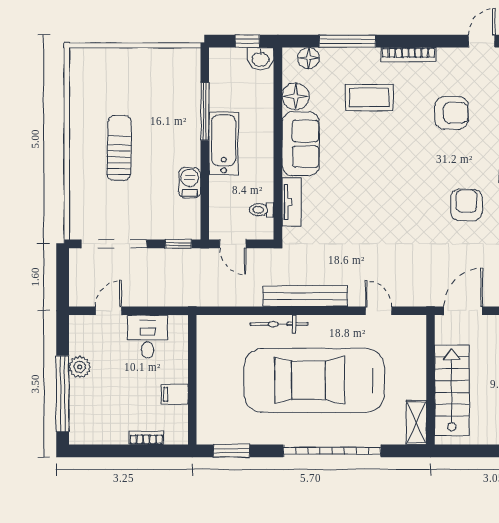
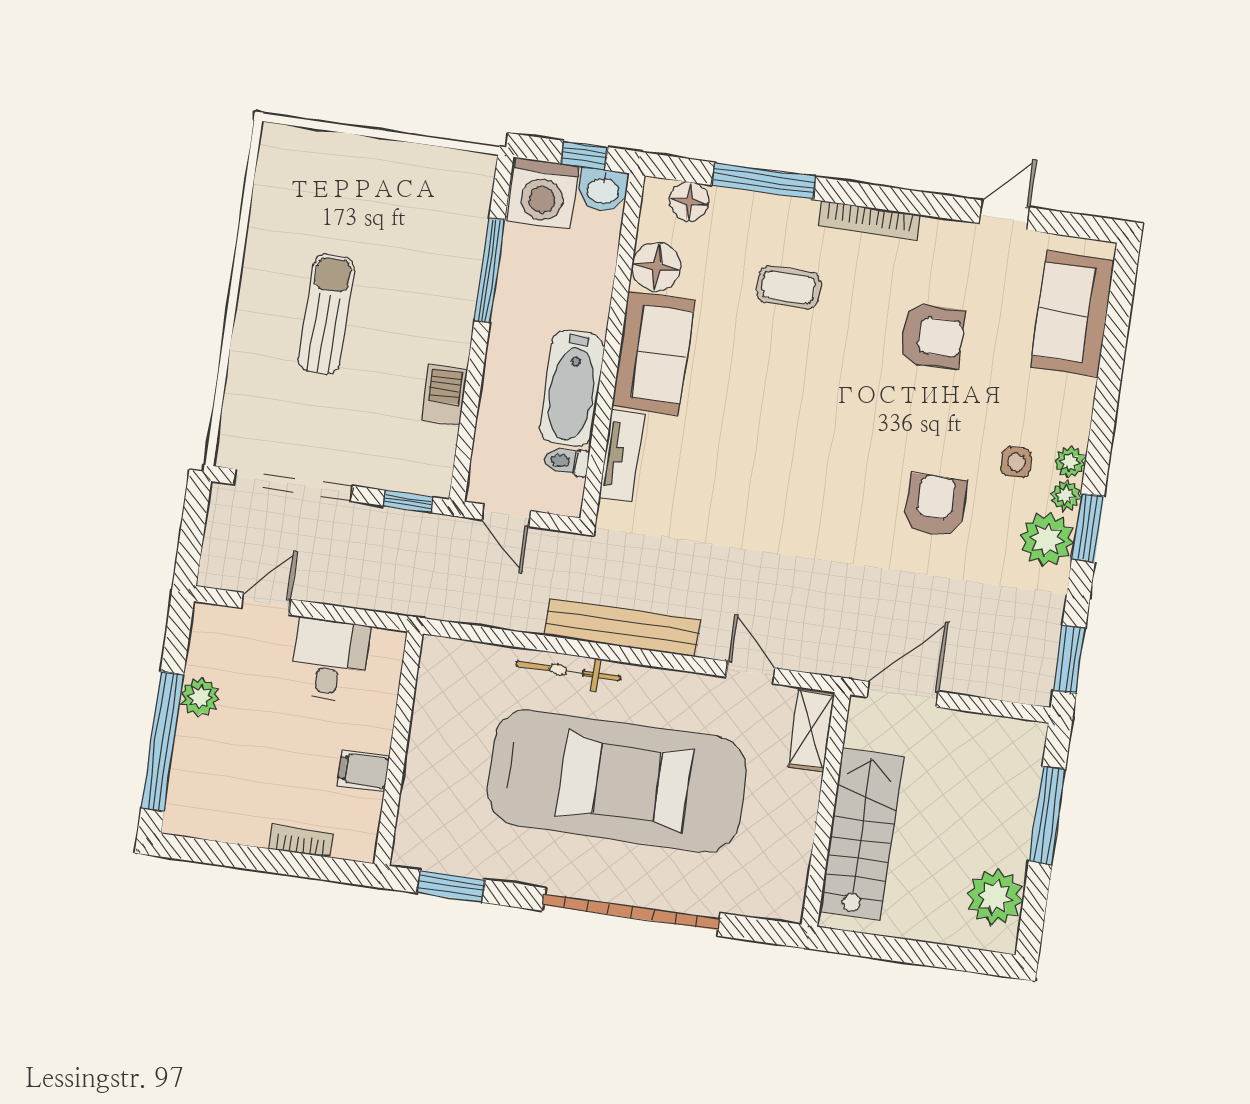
washing machine: (228, 65) -> (543, 193), added
coffee table: (369, 97) -> (788, 288), width x0.73, depth x0.77
bathtub: (224, 143) -> (572, 388), moved, turned 180
car: (314, 380) -> (617, 781), turned 180
shelving: (416, 422) -> (812, 729), moved

